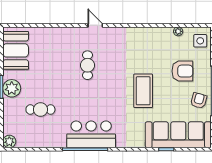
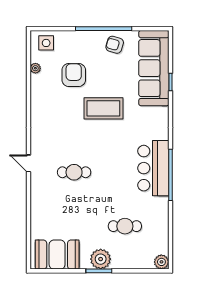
door: (95, 25) -> (28, 163), hinge flipped
armchair: (182, 71) -> (74, 75), moved
cafe table: (40, 110) -> (125, 226), turned 90

